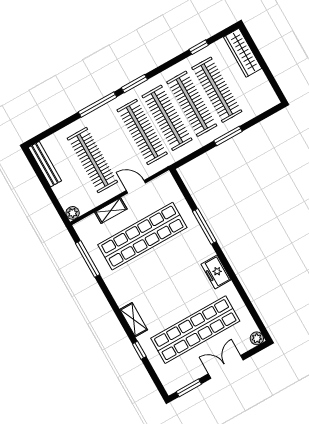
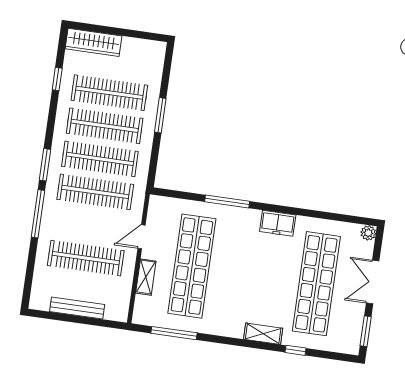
bench: (45, 164) -> (77, 308), moved
plant: (73, 213) -> (121, 314), removed

